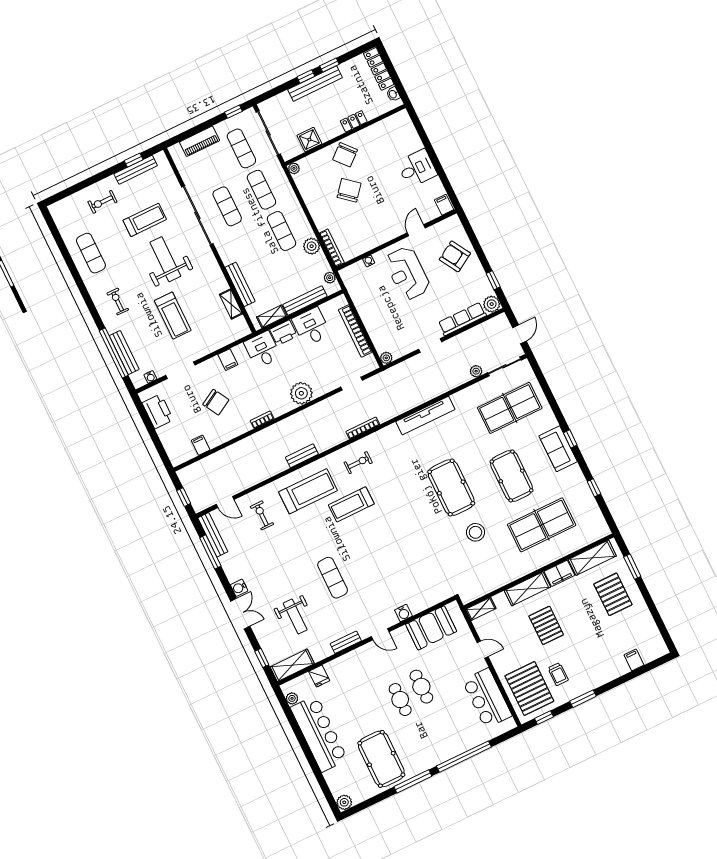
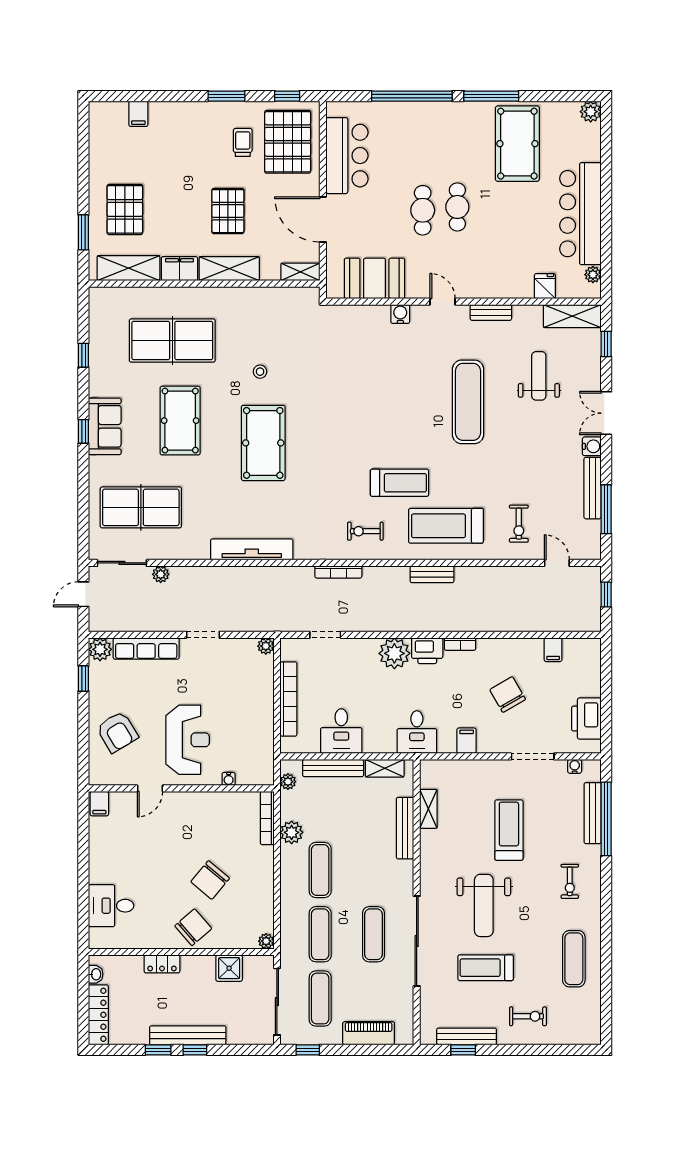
desk: (417, 168) -> (111, 906), moved
printer: (283, 333) -> (427, 651), moved, turned 180
stool: (475, 532) -> (260, 372), width x0.53, depth x0.53
bench: (213, 535) -> (593, 488), moved
exercise mat: (333, 578) -> (468, 402), width x1.36, depth x1.45
door: (483, 650) -> (323, 219), width x1.87

